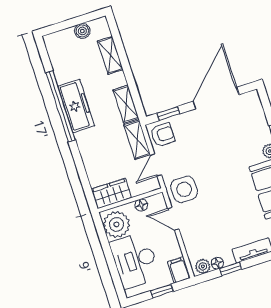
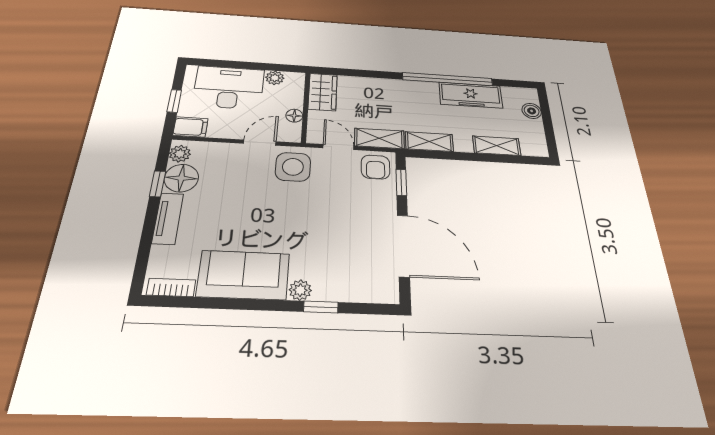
boiler: (82, 31) -> (532, 111), moved
freezer: (76, 106) -> (471, 95), moved
plant: (117, 224) -> (275, 78), width x0.53, depth x0.53
floor lamp: (217, 263) -> (181, 178), width x1.89, depth x1.89

